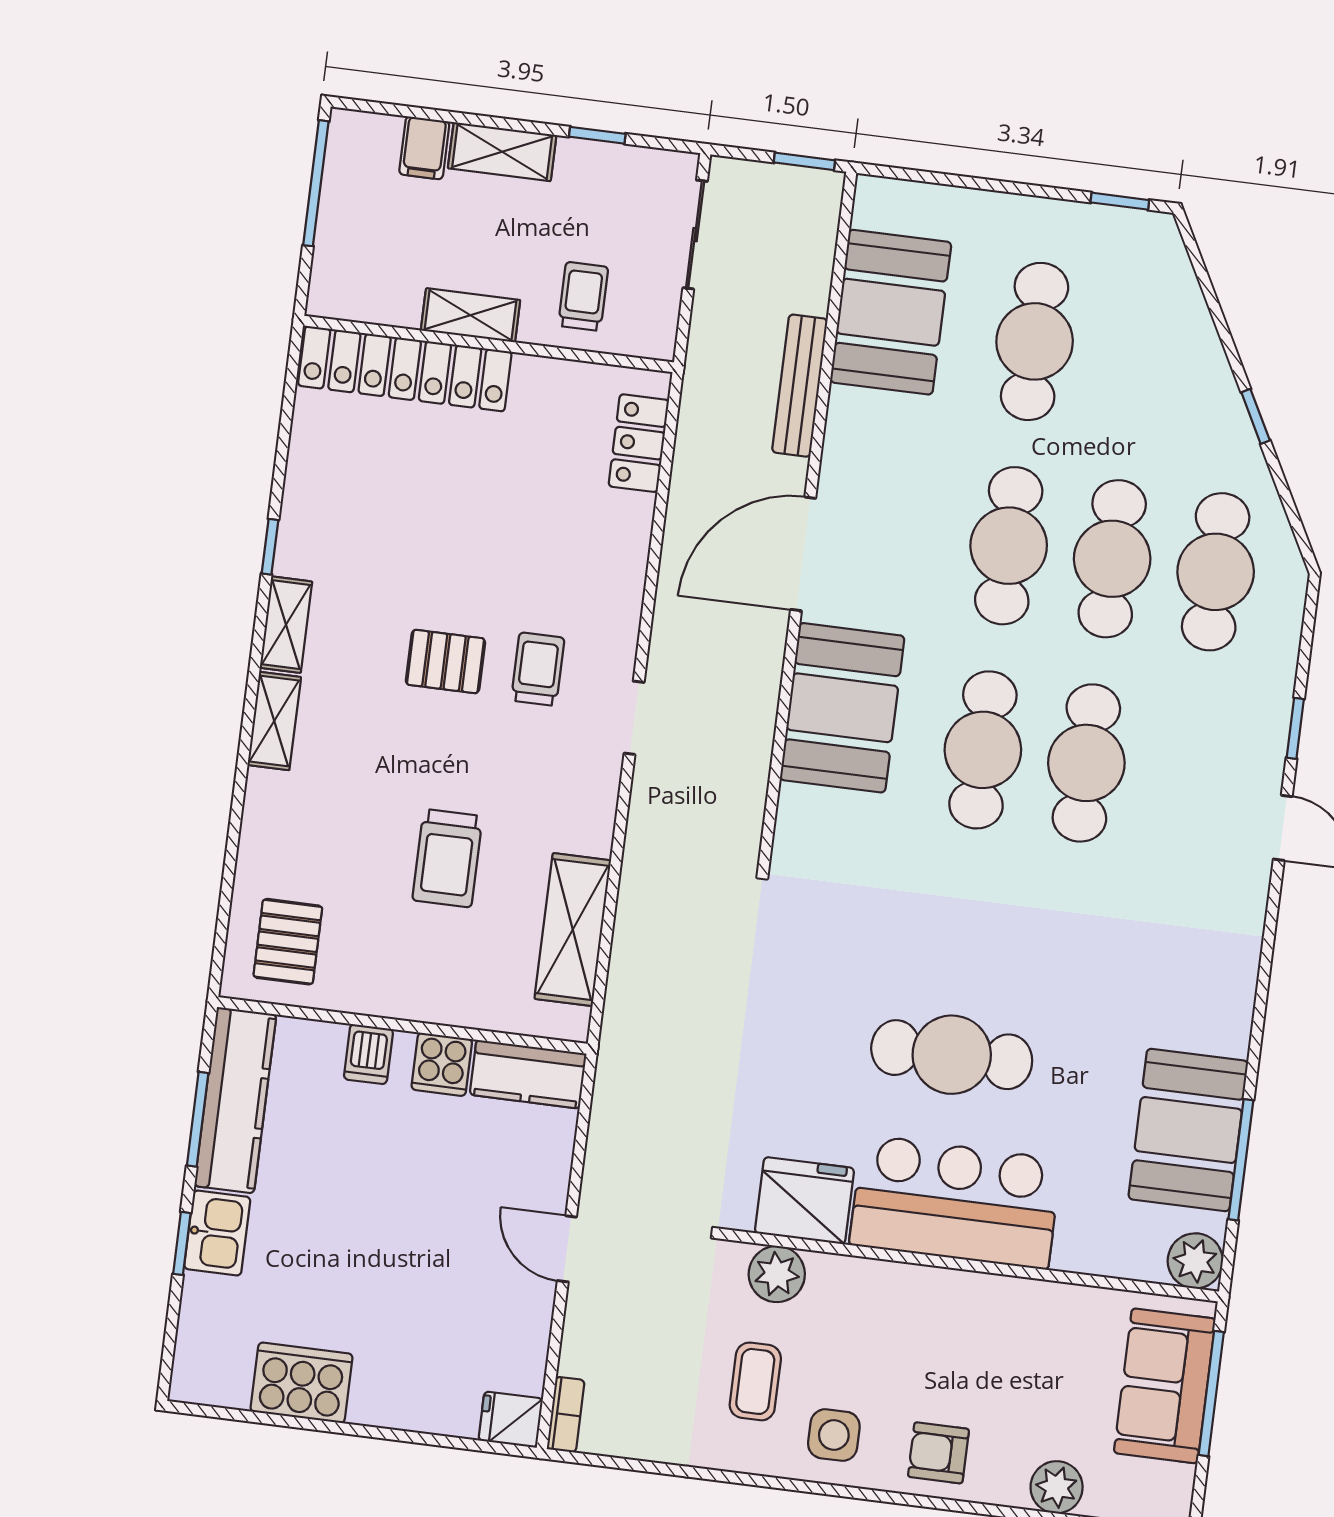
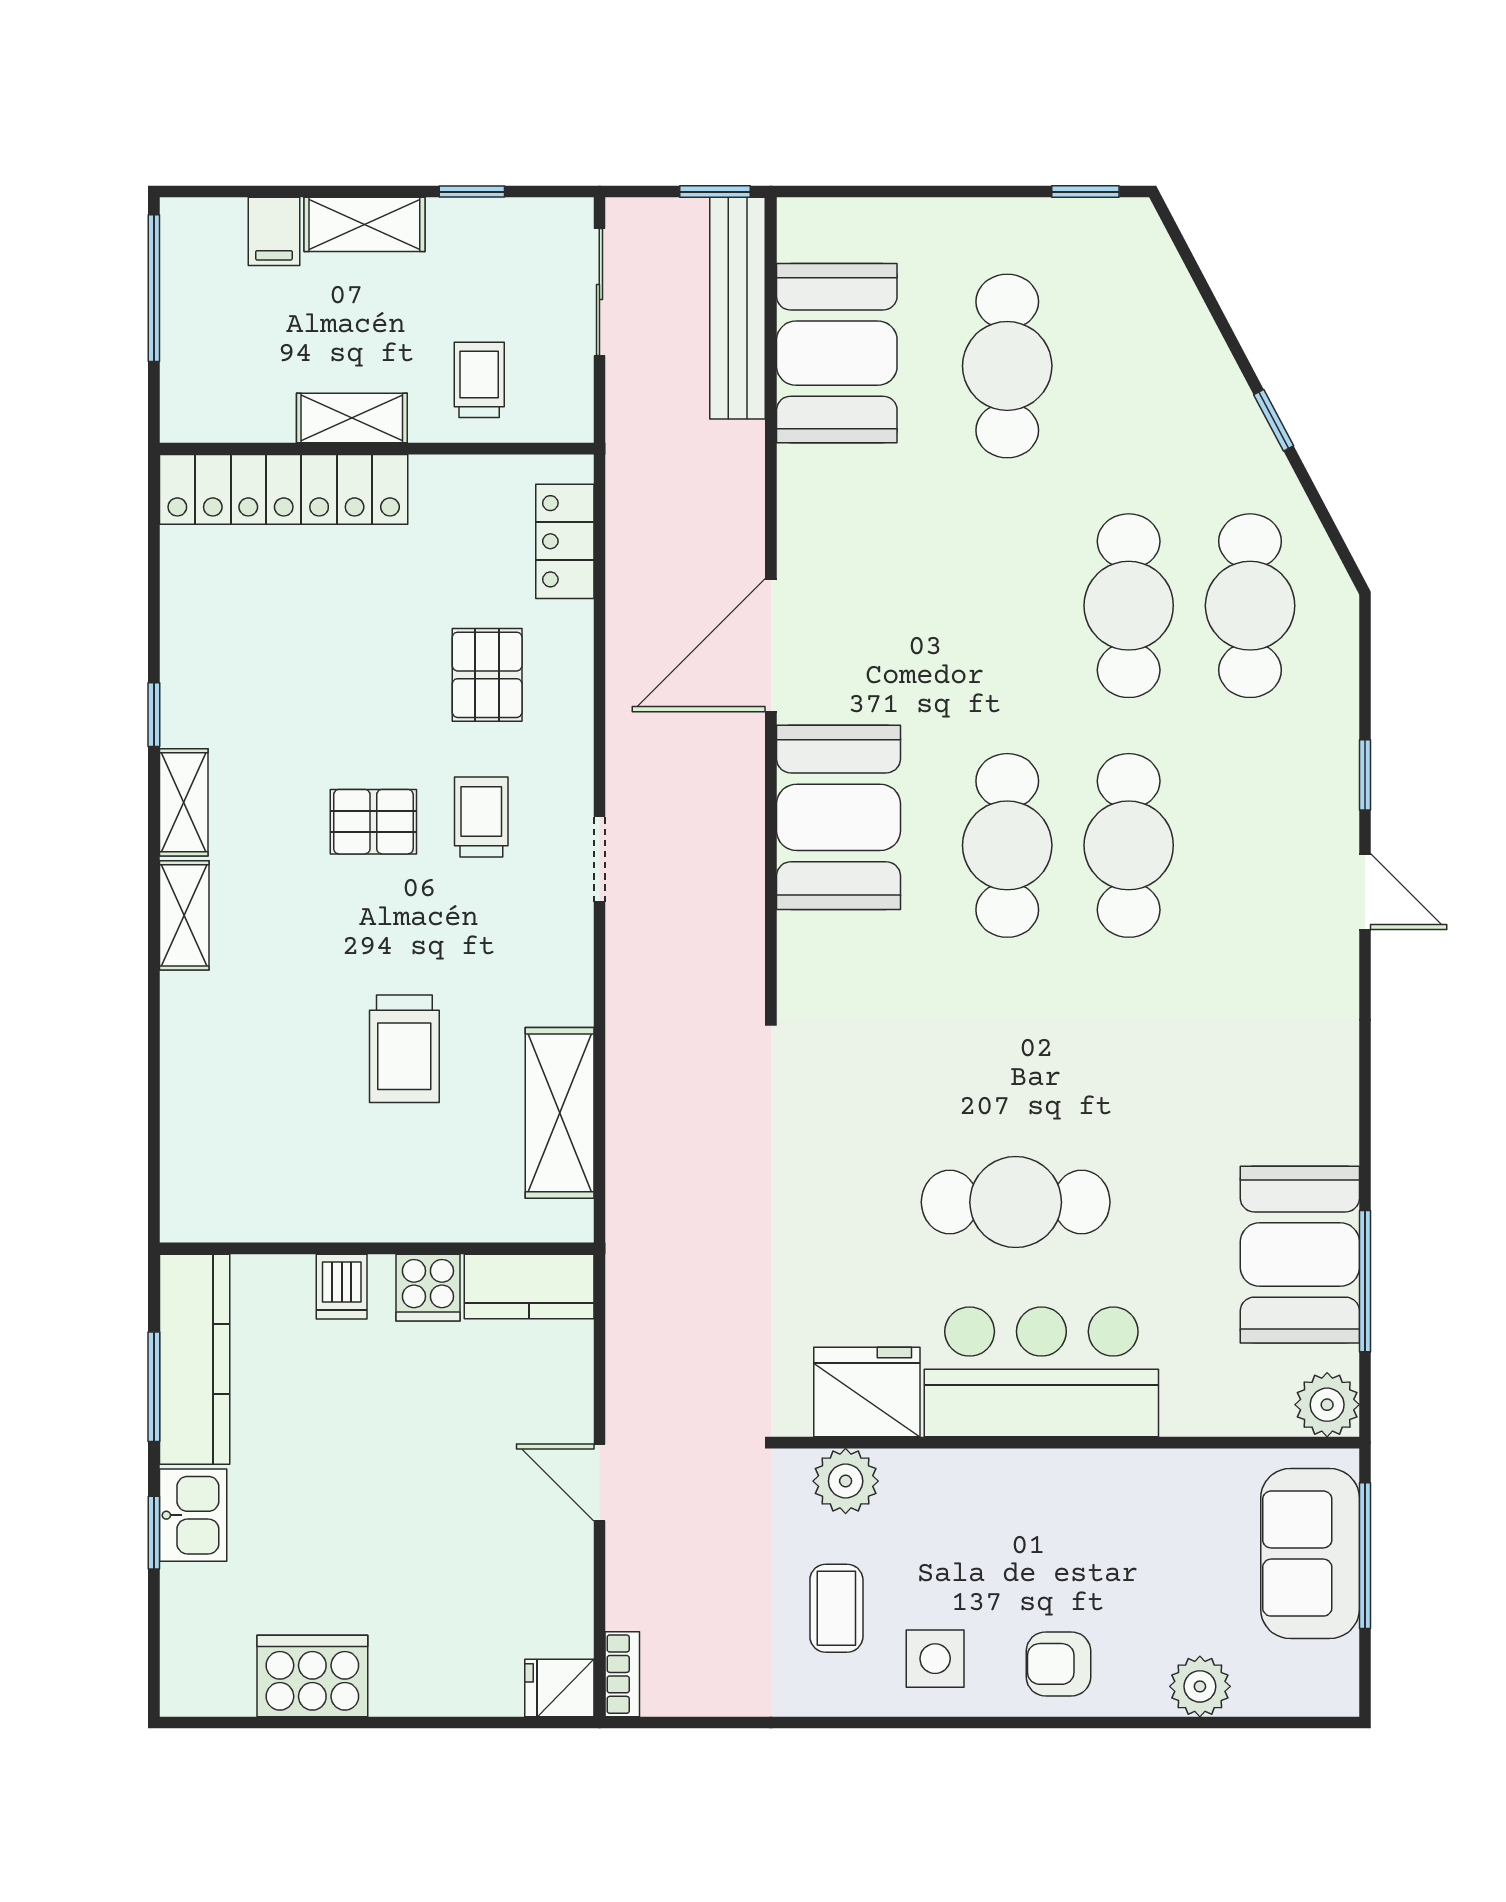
bench: (800, 386) -> (738, 308), moved, width x1.37, depth x1.21
cafe table: (1009, 546) -> (1007, 606), removed
pallet: (288, 942) -> (487, 675), moved

